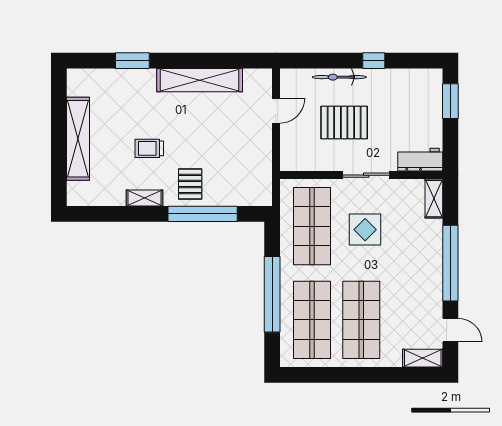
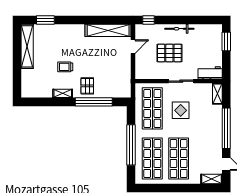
window: (132, 61) -> (45, 20), moved
window: (374, 61) -> (148, 20), moved
bicycle: (339, 77) -> (179, 29), moved
shelving: (200, 80) -> (108, 30), moved
shelving: (78, 139) -> (27, 46), moved

